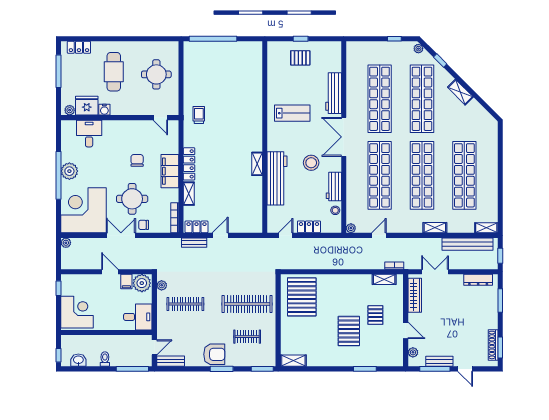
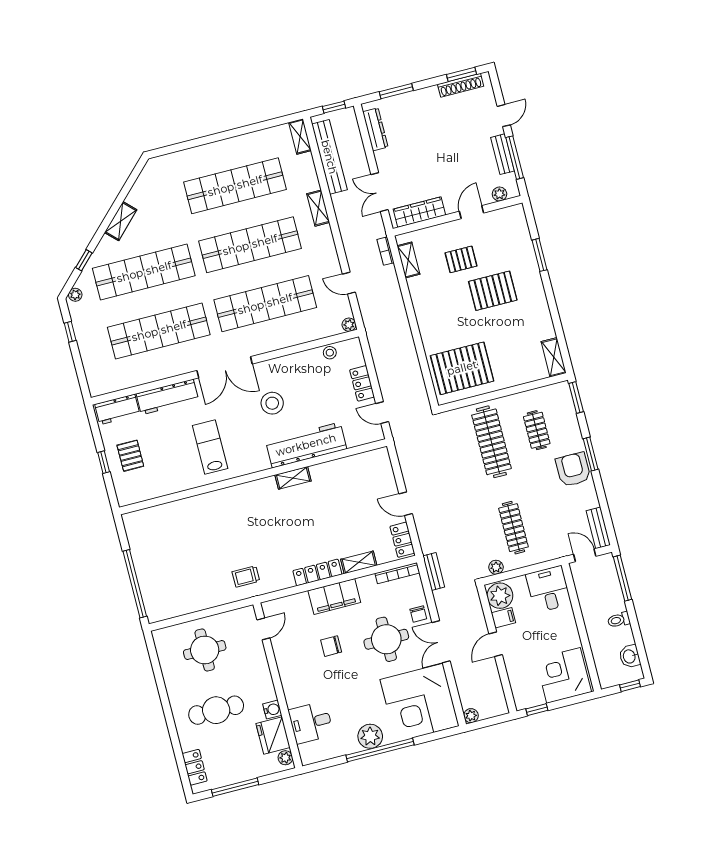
workbench: (334, 187) -> (117, 409), moved
bench: (194, 243) -> (434, 572), moved

